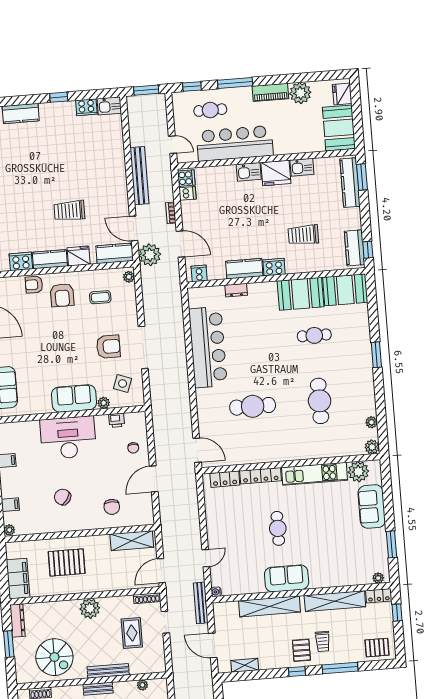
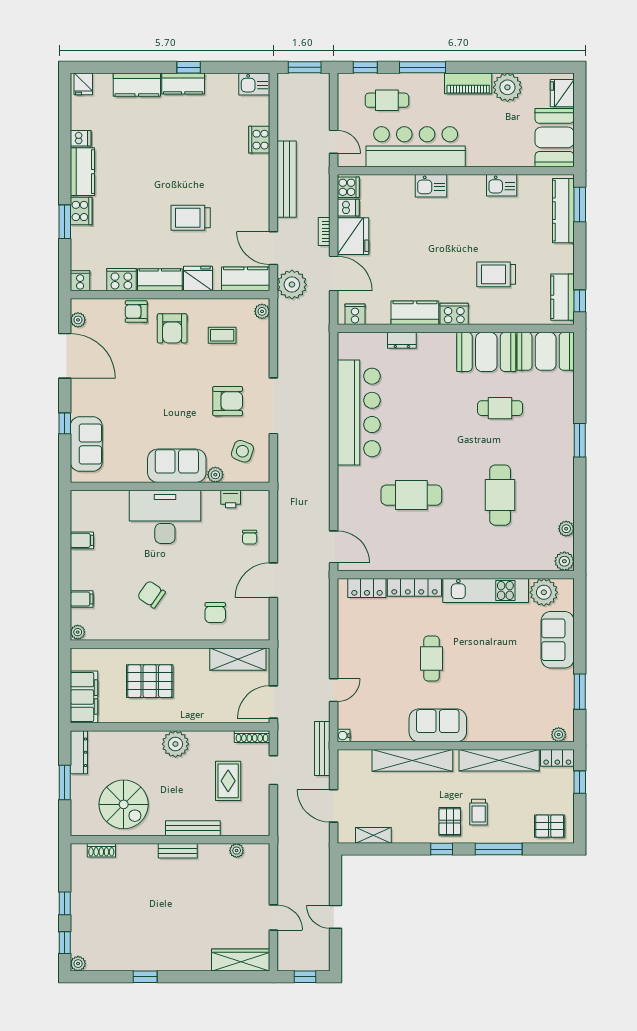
cooker: (86, 107) -> (259, 140), moved, turned 90
kitchen counter: (56, 110) -> (183, 84), added
fridge: (276, 173) -> (353, 236), moved, turned -90

